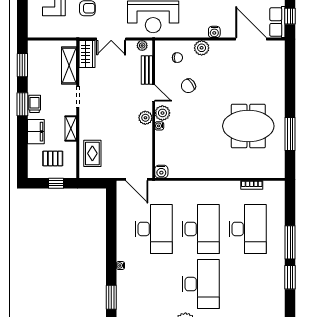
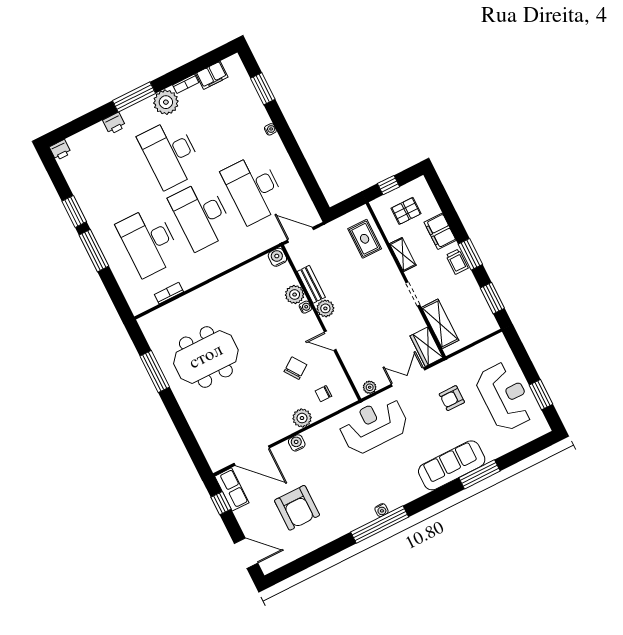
bench: (147, 70) -> (311, 284), moved
plant: (162, 113) -> (295, 295), moved

